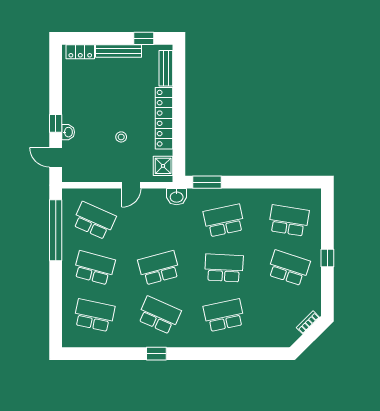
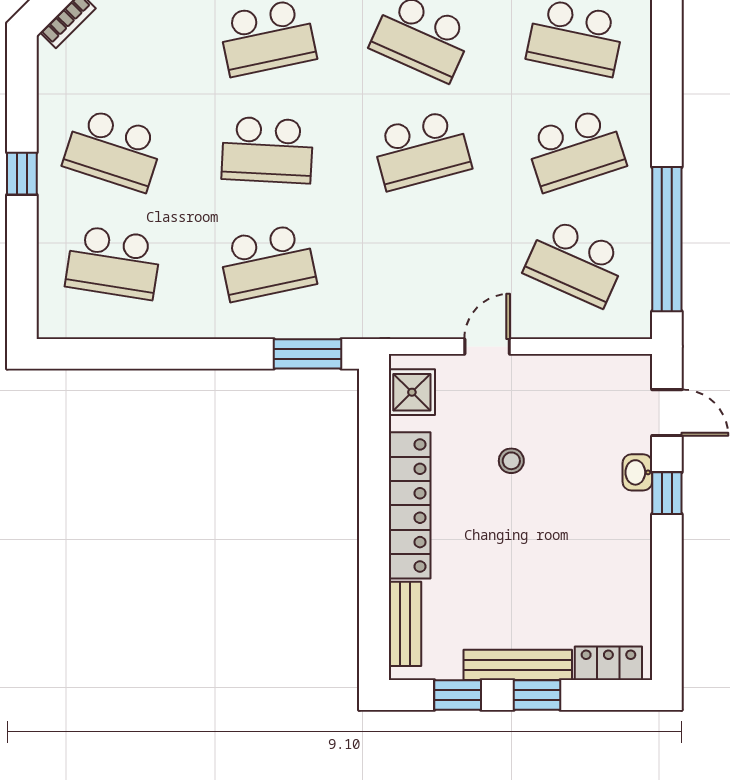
window: (110, 38) -> (537, 695), added
washbasin: (177, 197) -> (380, 319), removed
school desk: (94, 268) -> (575, 150), turned -33

